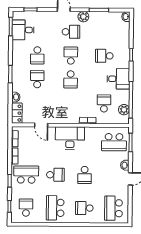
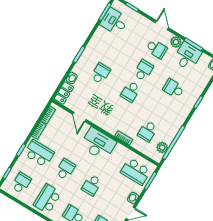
school desk: (37, 55) -> (113, 52), removed
desk: (118, 79) -> (187, 56), moved, turned -90
school desk: (104, 103) -> (148, 131), turned 180
school desk: (55, 175) -> (65, 169), turned -90

